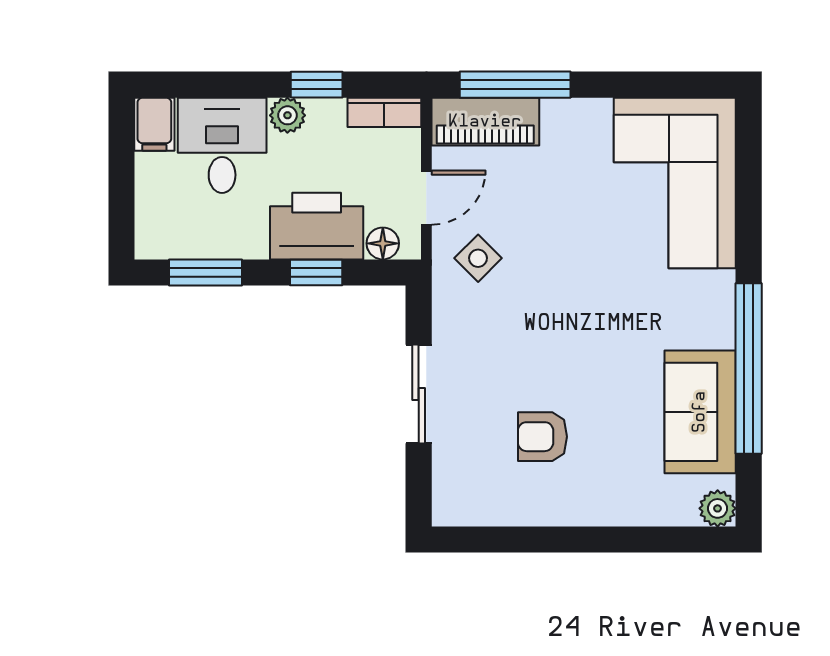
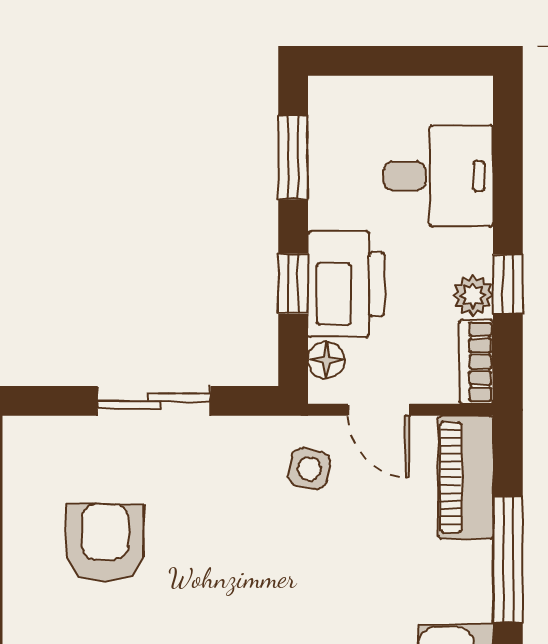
window: (515, 85) -> (508, 559), moved
plant: (287, 115) -> (473, 295), moved
filing cabinet: (154, 124) -> (463, 99), removed
side table: (478, 258) -> (309, 469), turned -34
armchair: (542, 437) -> (105, 543), width x1.38, depth x1.38

